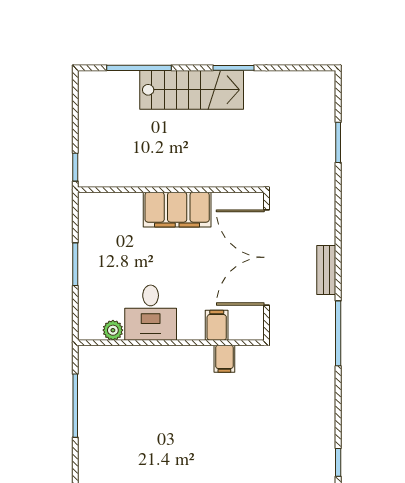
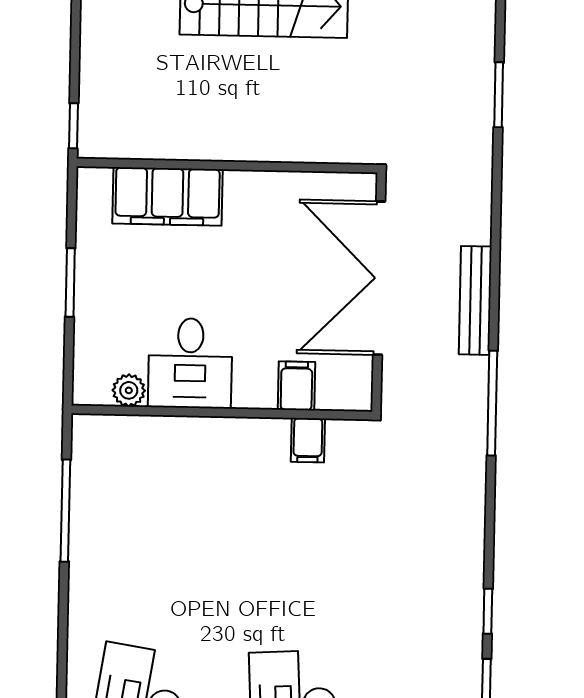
filing cabinet: (177, 210) -> (167, 196), moved
bench: (326, 270) -> (475, 300), width x1.36

